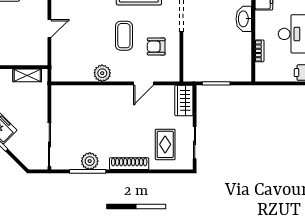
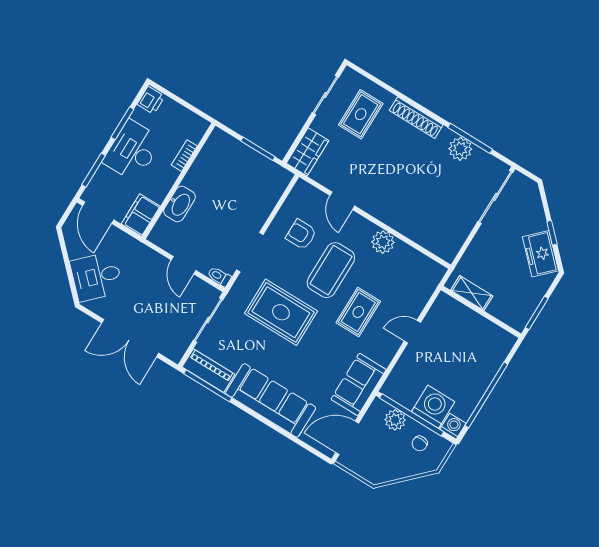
rug: (91, 20) -> (358, 312), added
coffee table: (124, 36) -> (331, 270), width x1.36, depth x1.32
armchair: (156, 47) -> (301, 234), turned 180
door: (143, 83) -> (342, 201), swing flipped

